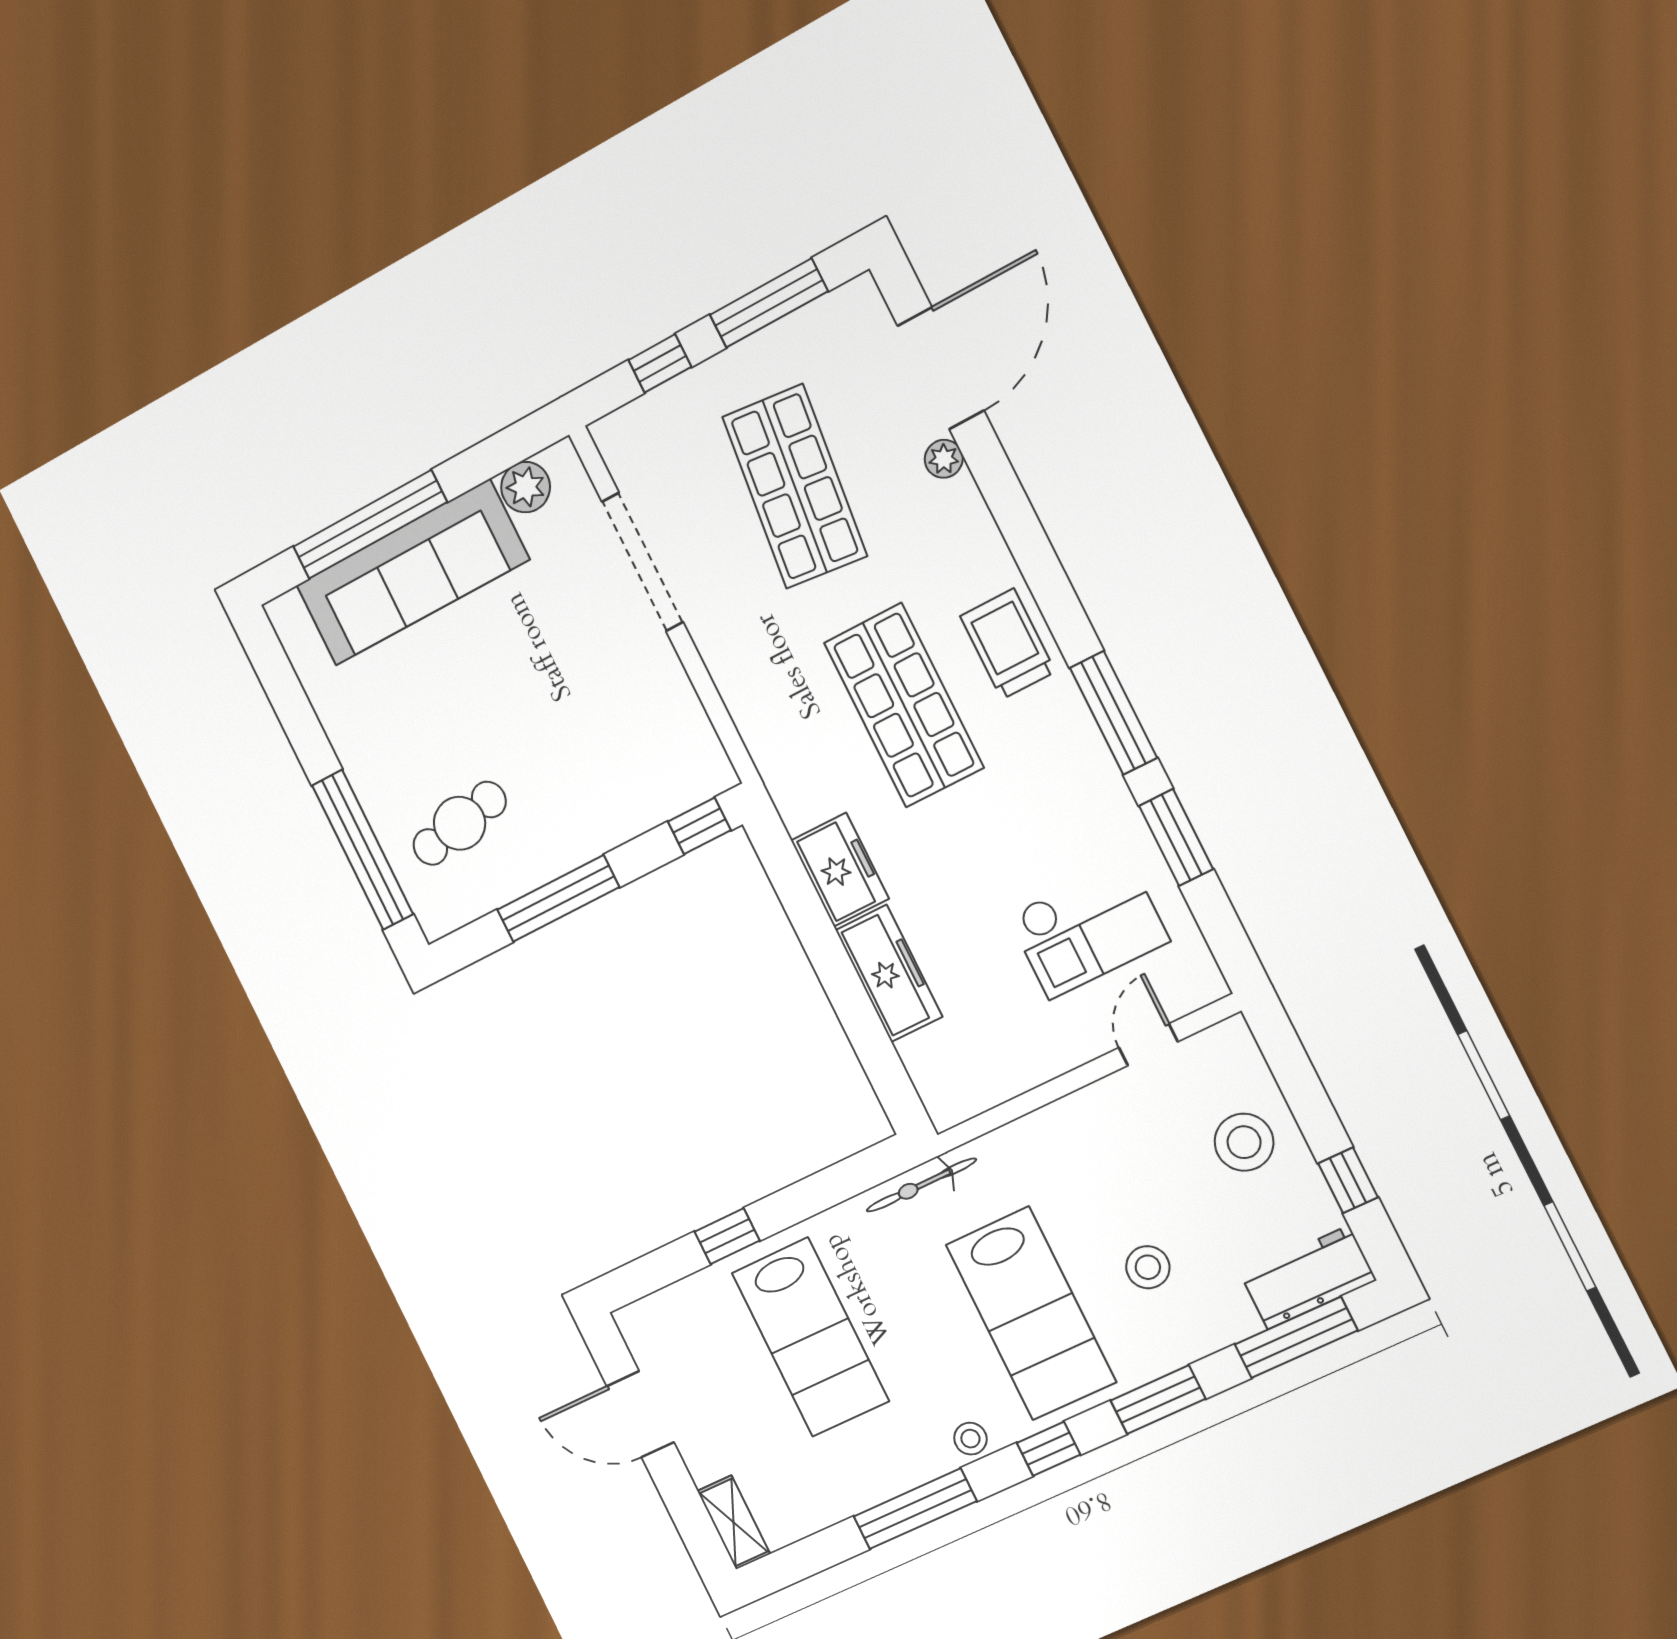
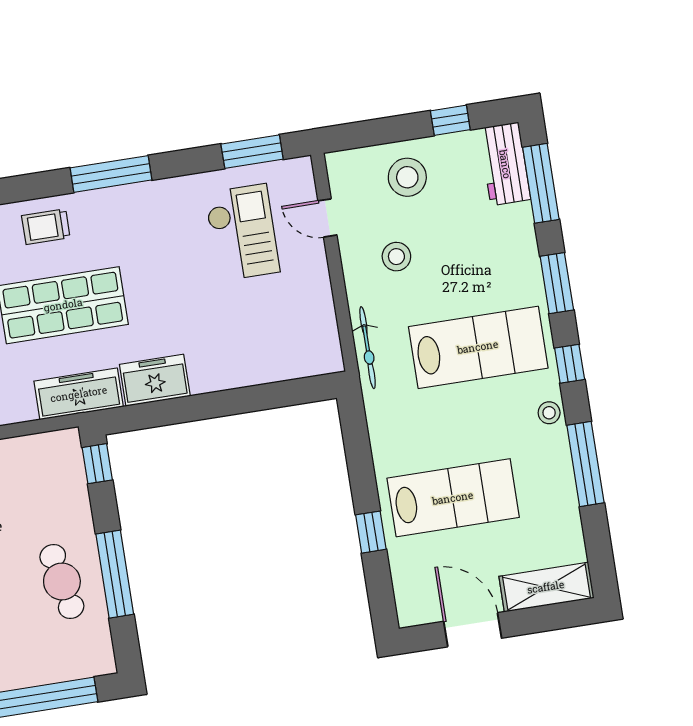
trolley: (1008, 644) -> (46, 227), width x0.73, depth x0.72
cafe table: (460, 823) -> (62, 581), moved
window: (1176, 837) -> (252, 152), moved
freezer: (889, 973) -> (79, 394), moved
bicycle: (921, 1185) -> (368, 348), moved
stool: (1148, 1267) -> (396, 257), moved
door: (640, 1414) -> (473, 630), swing flipped
shelving: (734, 1522) -> (546, 587), width x1.50, depth x1.33

